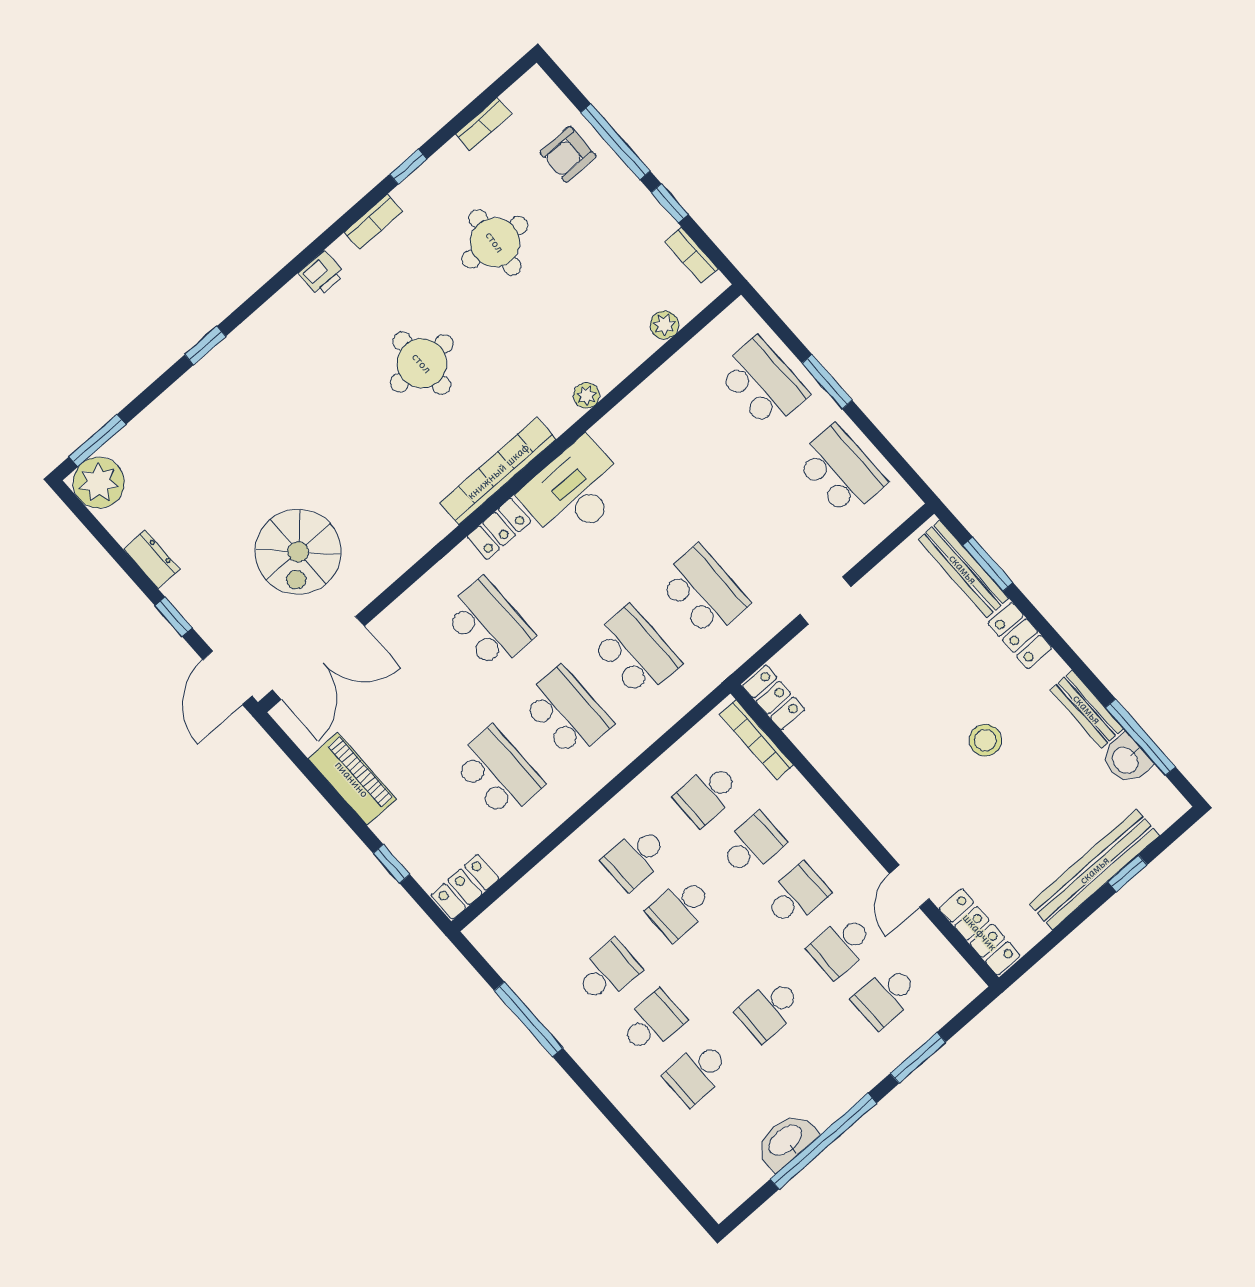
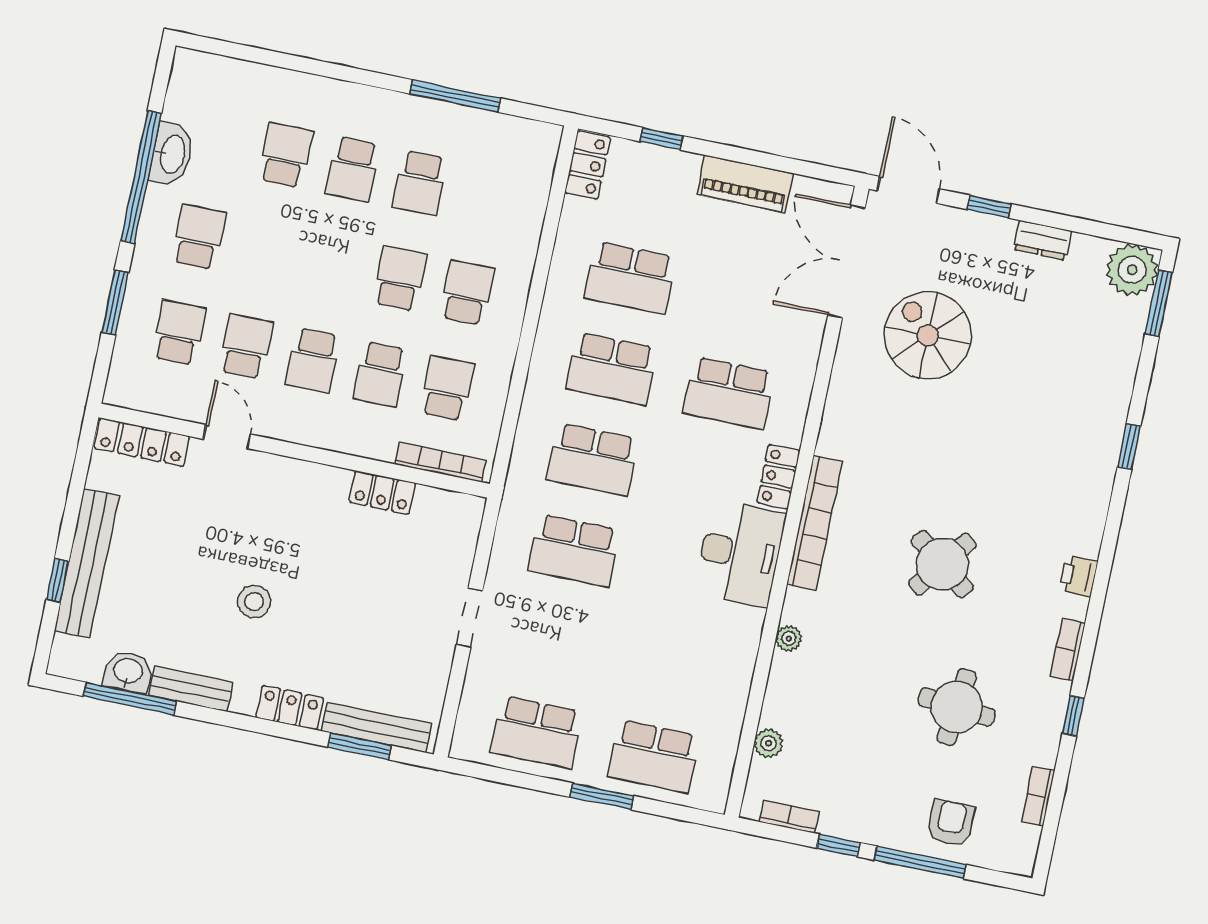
round table: (422, 363) -> (942, 564), turned 37
locker: (774, 698) -> (382, 493), moved
school desk: (769, 1010) -> (199, 237), moved

